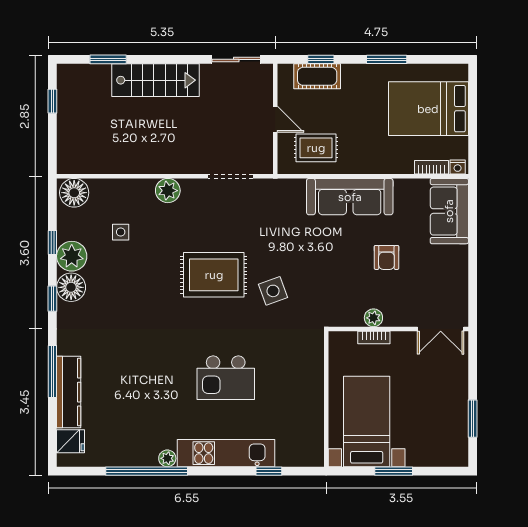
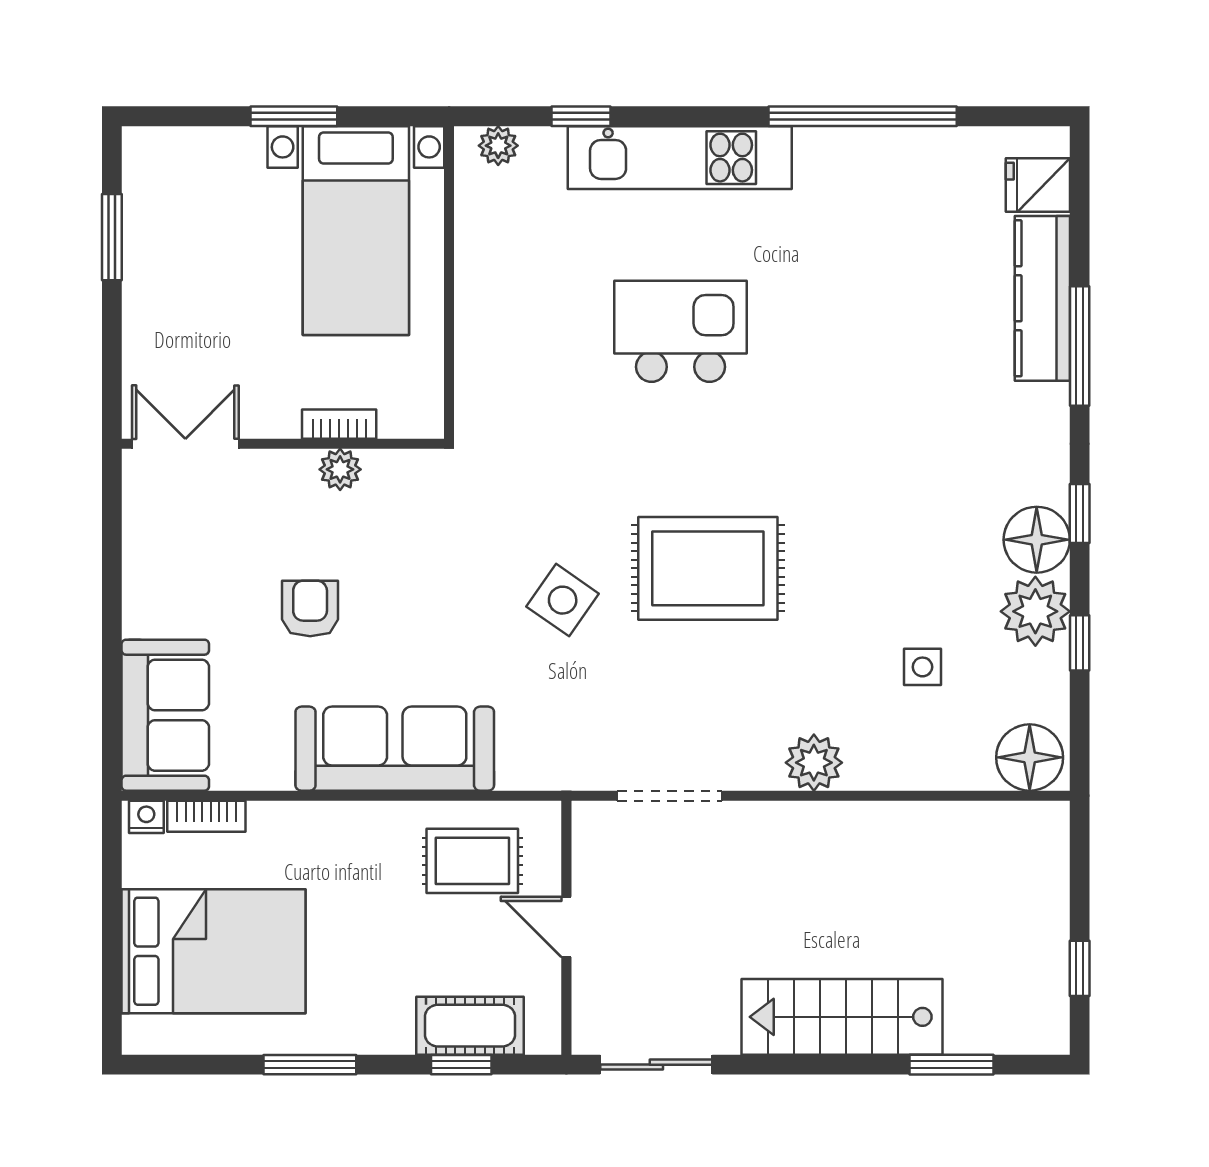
side table: (273, 291) -> (563, 600), moved, turned -35
plant: (167, 458) -> (498, 146), moved

